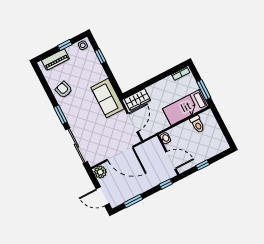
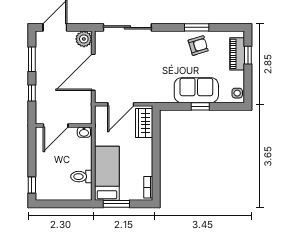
window: (65, 45) -> (248, 55), moved
window: (100, 56) -> (200, 106), moved
sofa: (108, 98) -> (196, 90), moved
window: (60, 115) -> (197, 27), moved
door: (133, 123) -> (121, 104), hinge flipped
window: (203, 165) -> (32, 185), moved
window: (166, 184) -> (32, 93), moved

